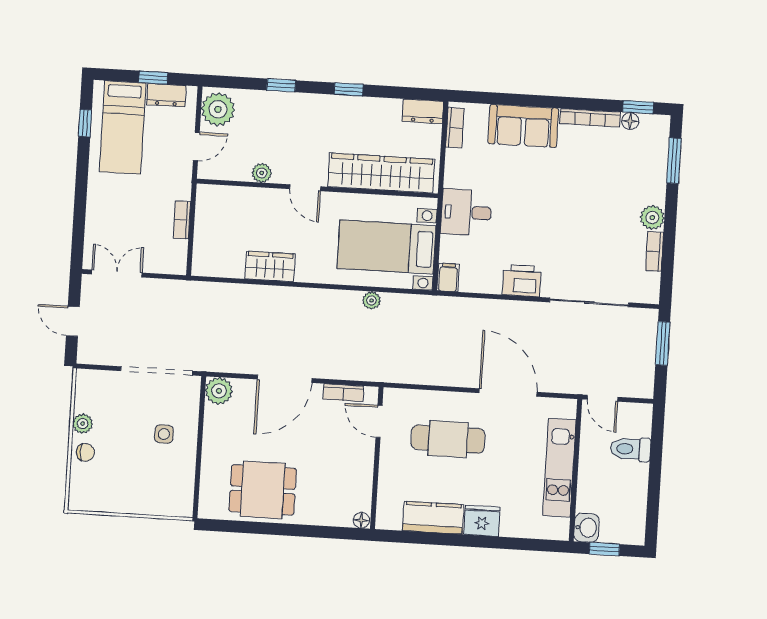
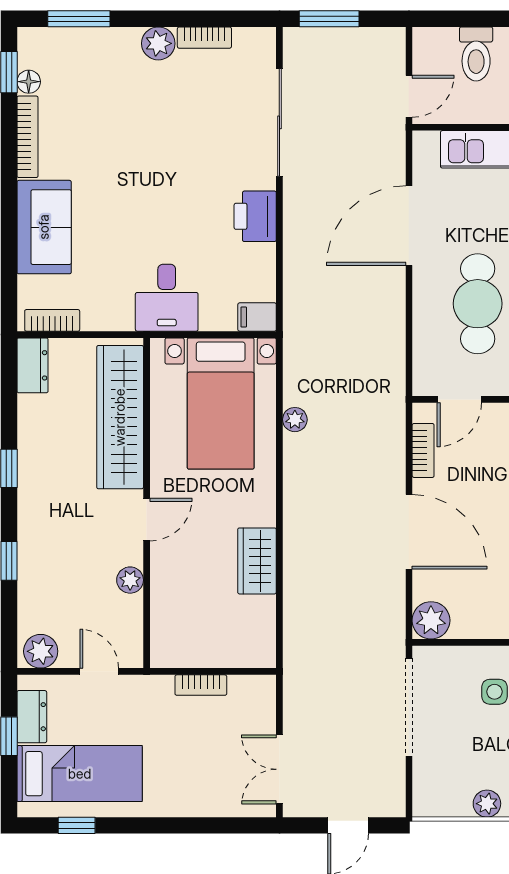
plant: (218, 109) -> (41, 651), width x0.73, depth x0.73

